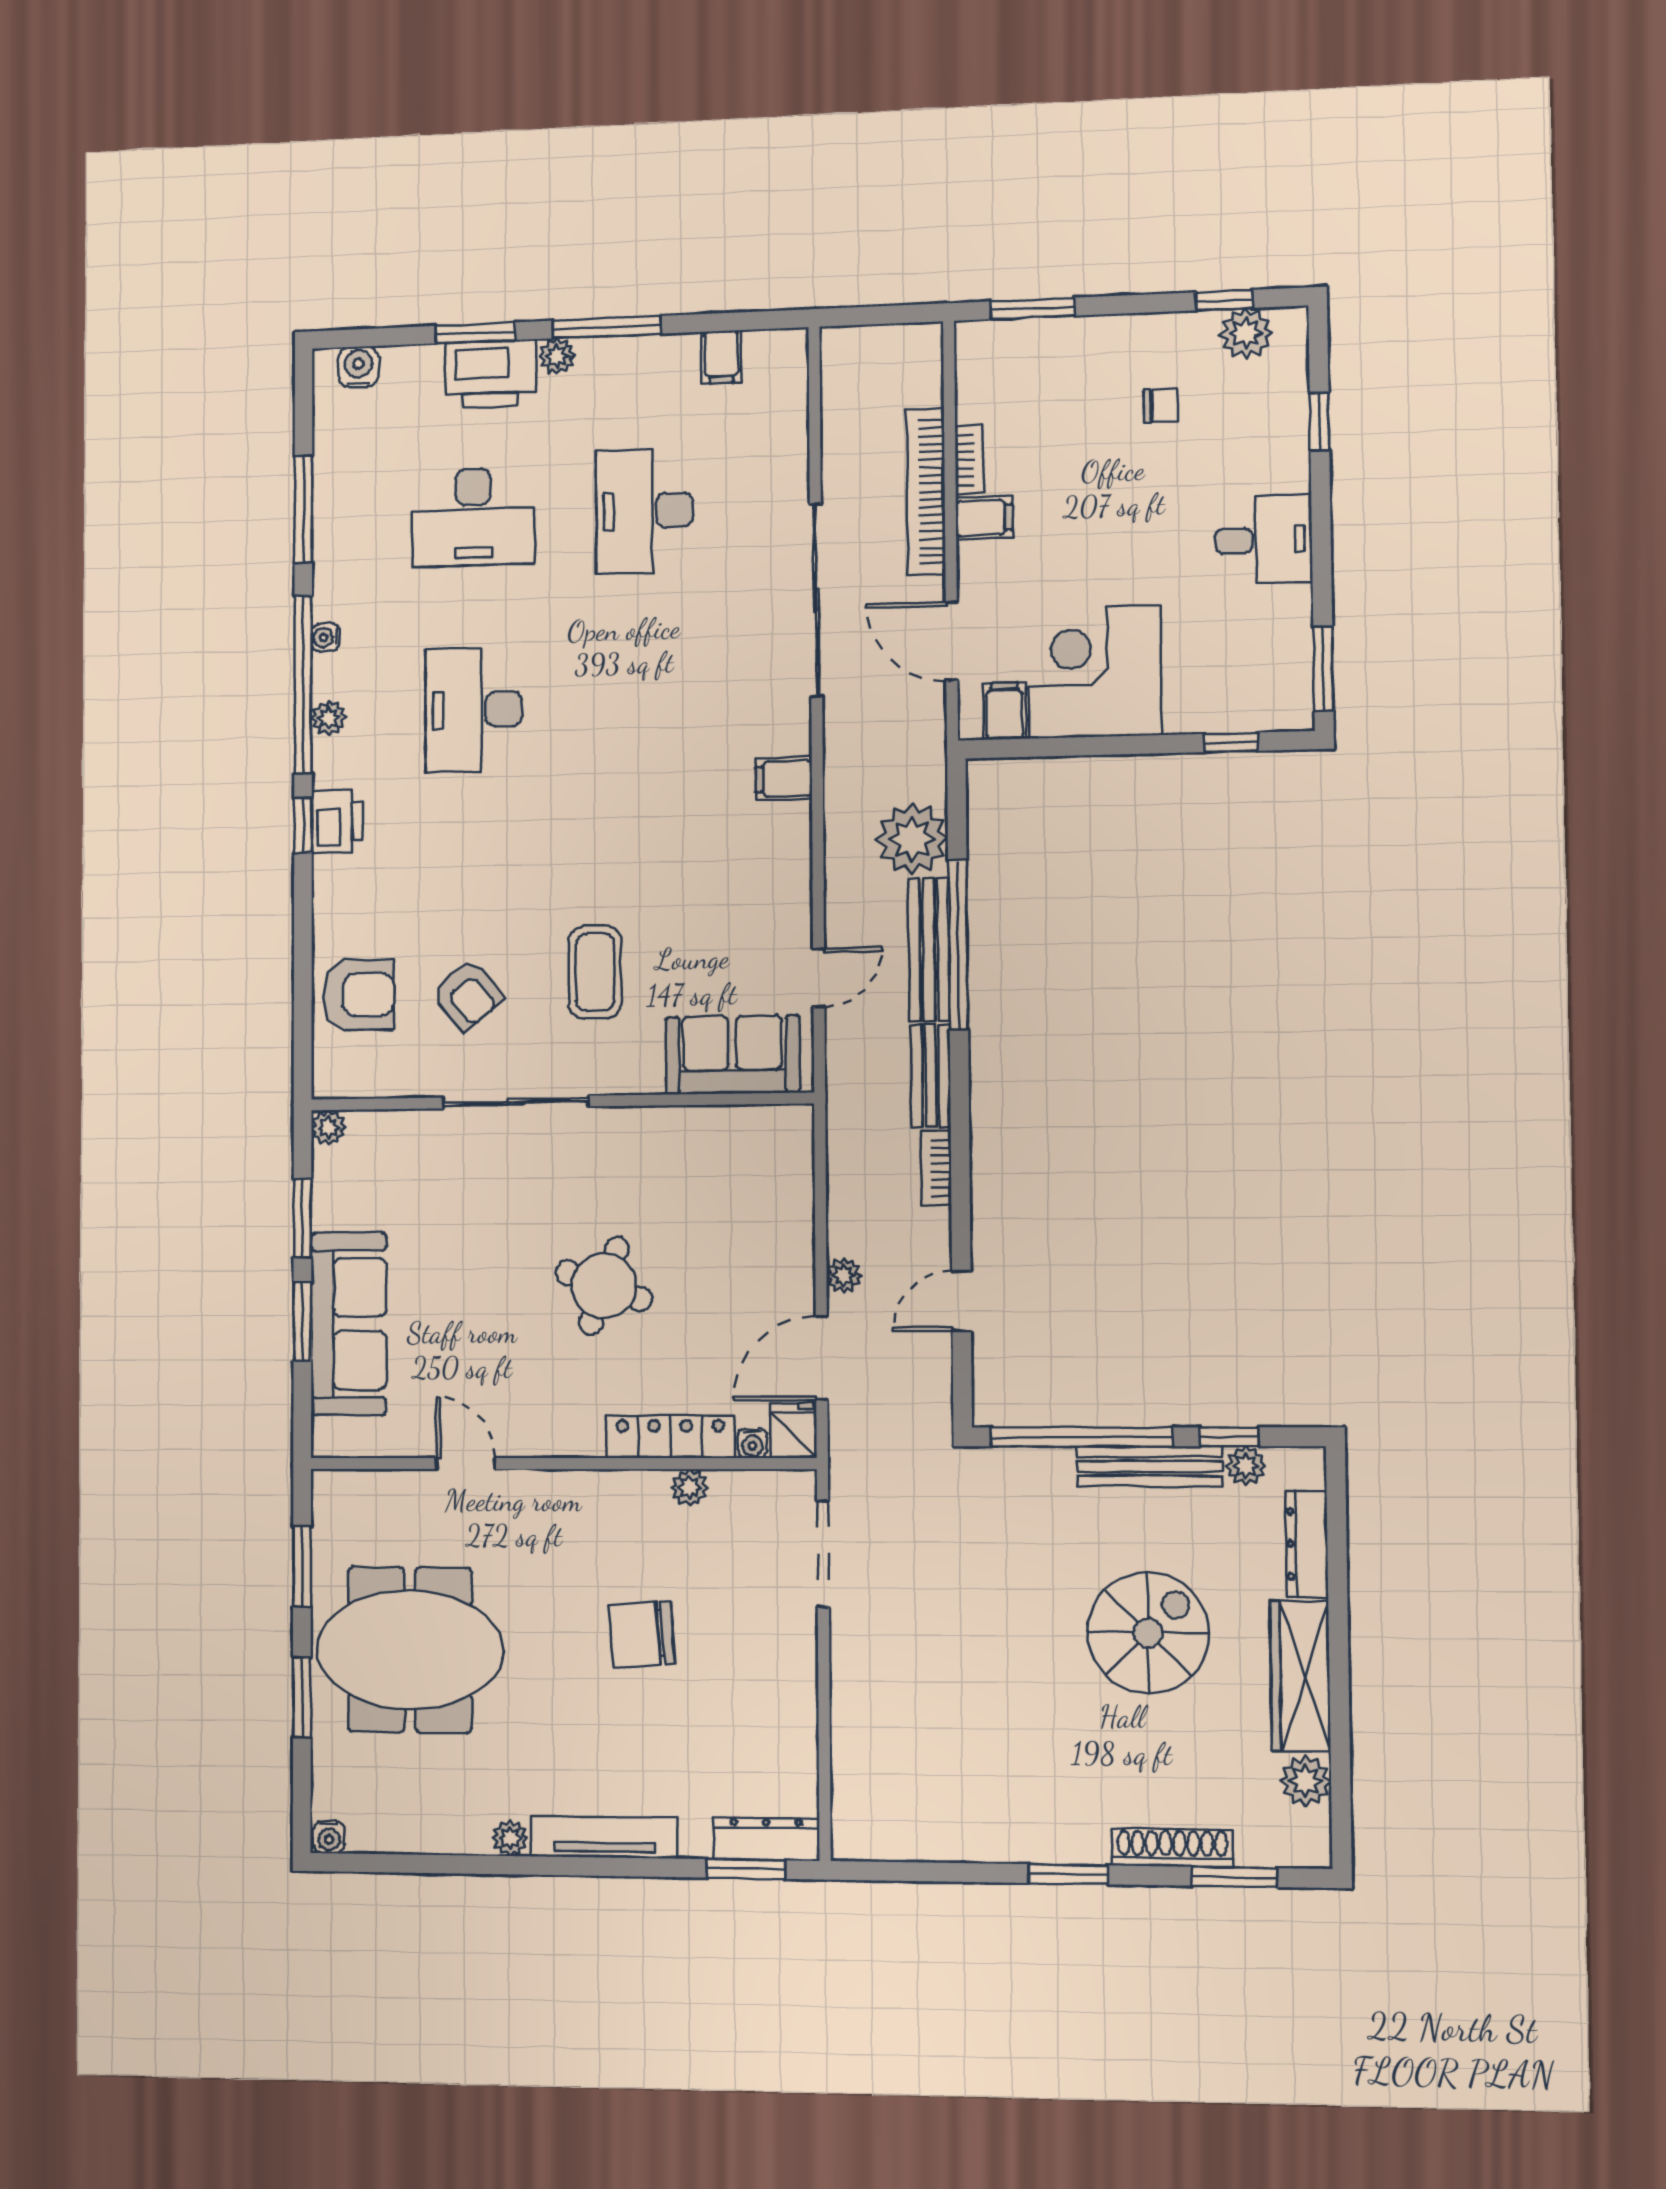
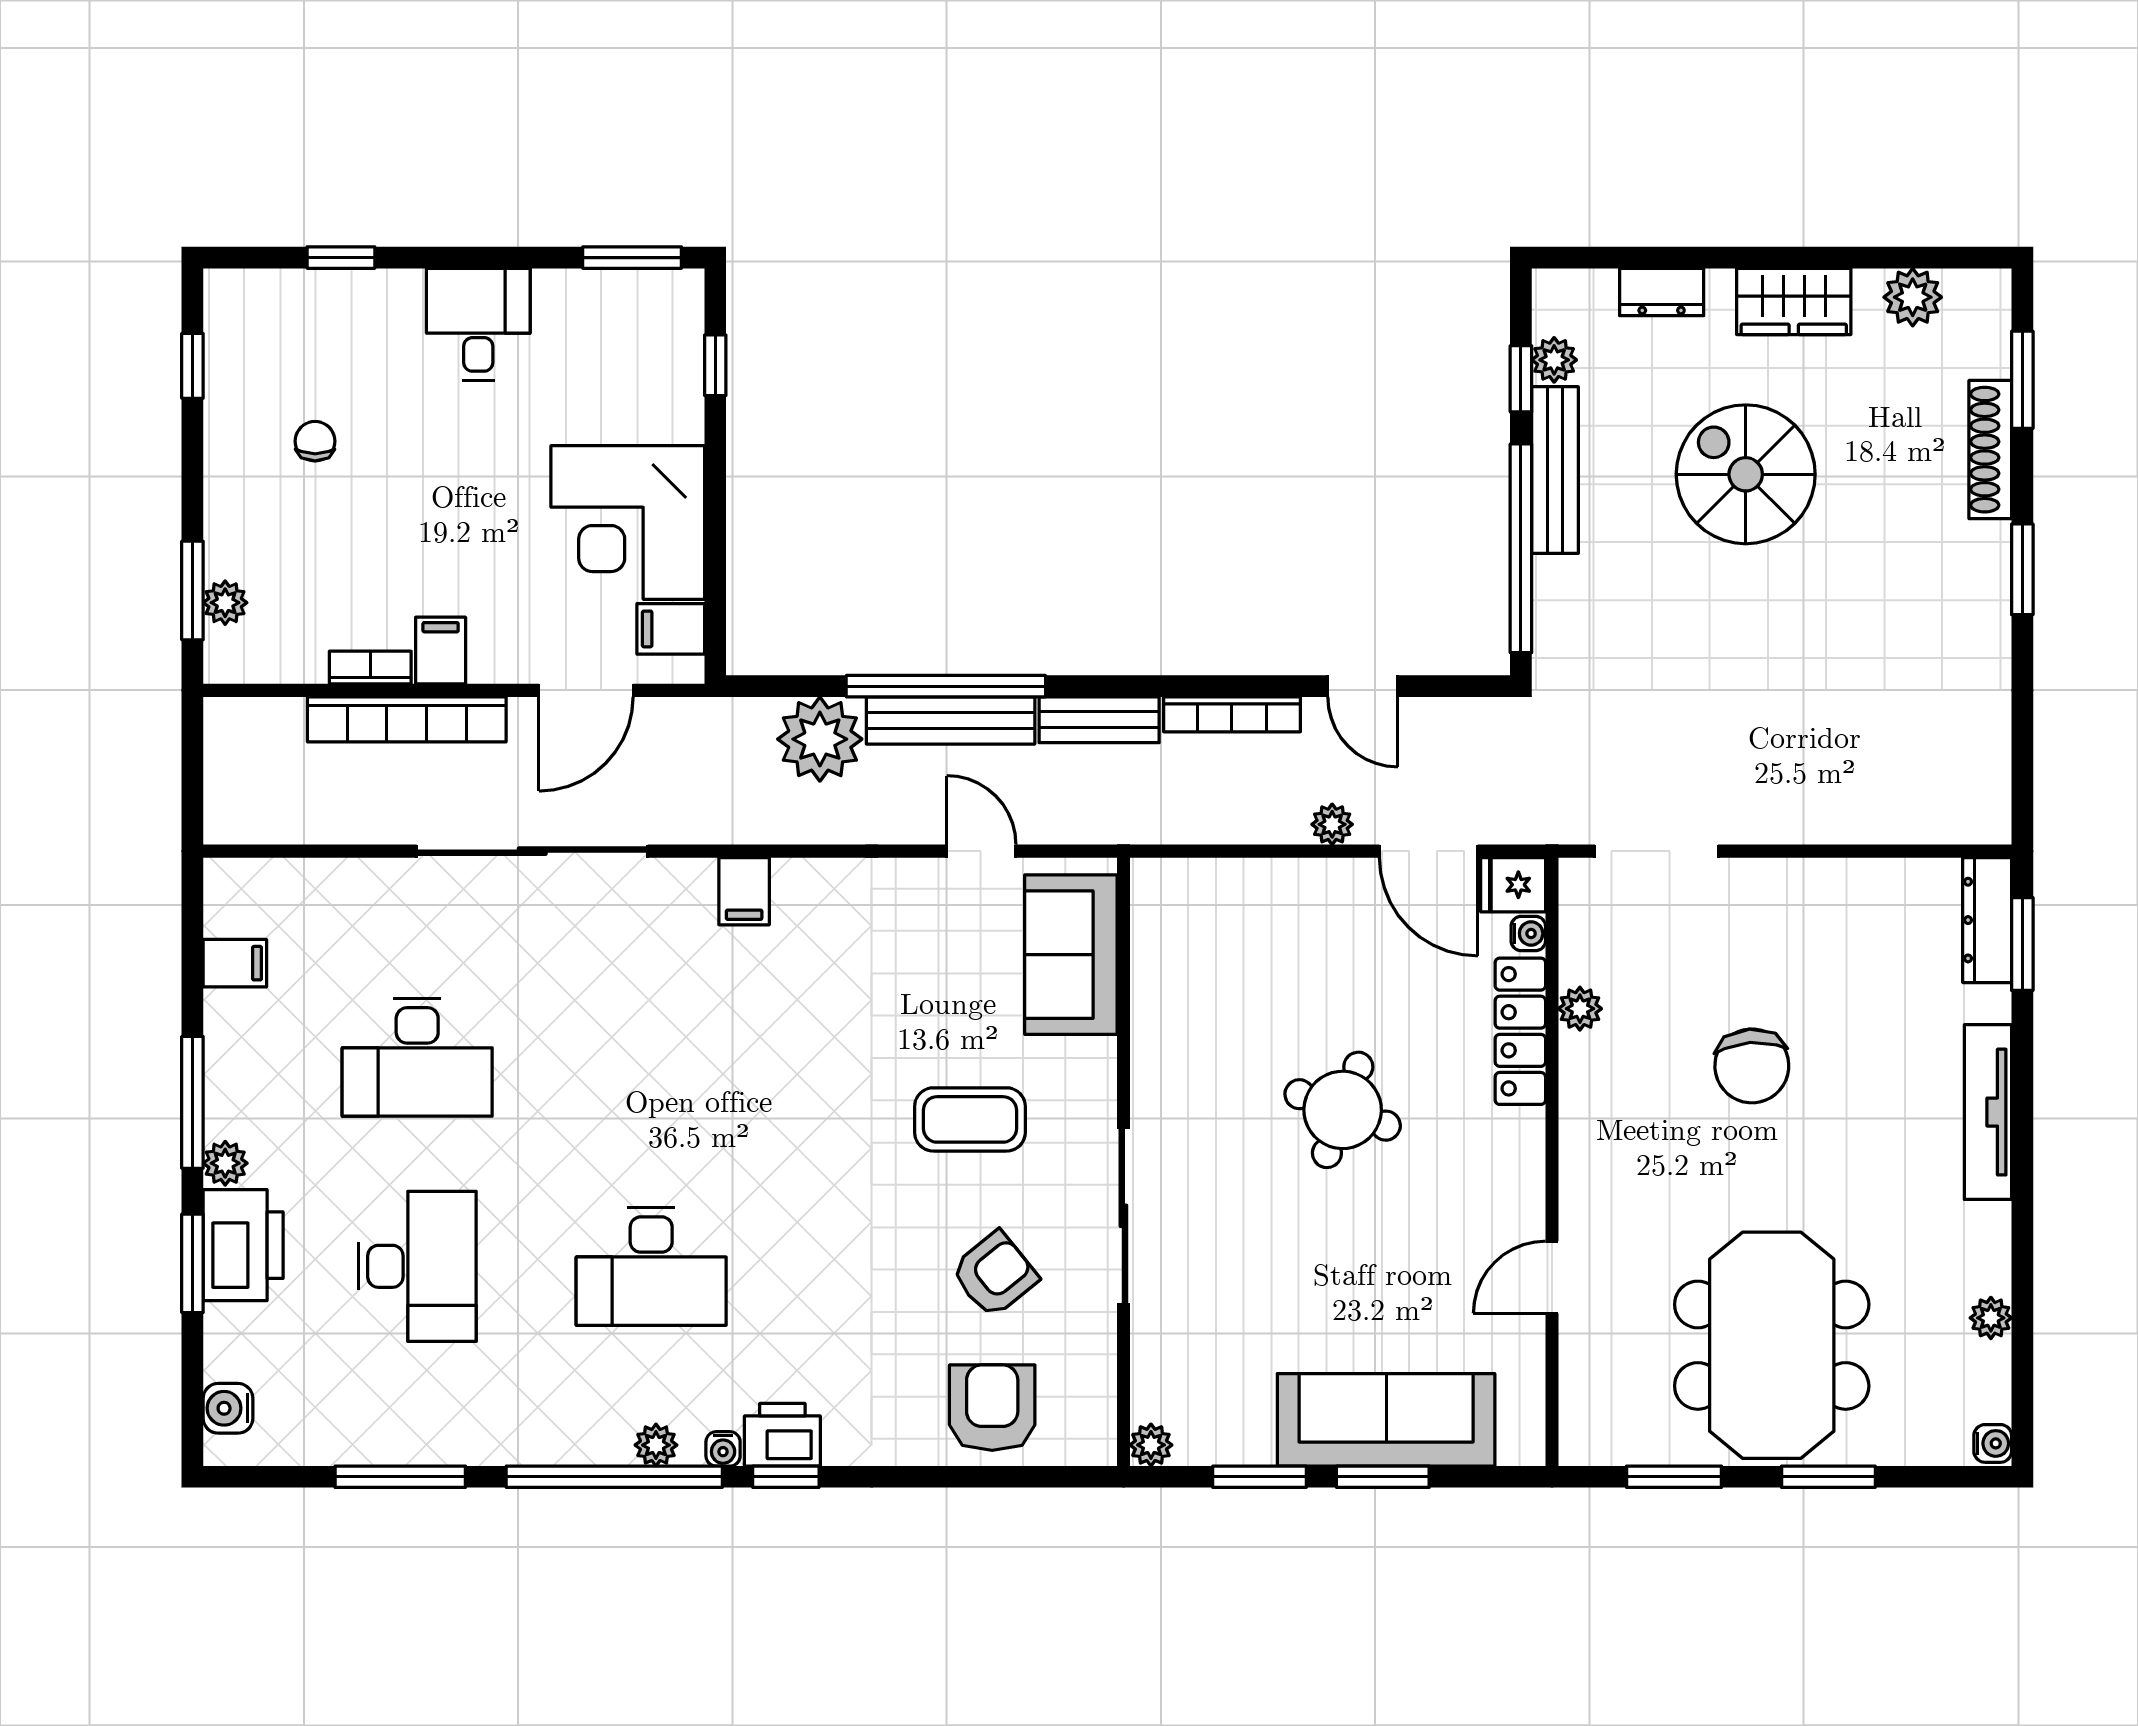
plant: (1246, 333) -> (225, 603), moved, width x0.73, depth x0.73
water cooler: (326, 637) -> (723, 1449), moved
bookcase: (936, 1168) -> (1232, 714), width x1.56
dresser: (1307, 1544) -> (1662, 292), width x0.70
wardrobe: (1300, 1676) -> (1794, 301), width x0.67
plant: (510, 1838) -> (1991, 1318), moved

